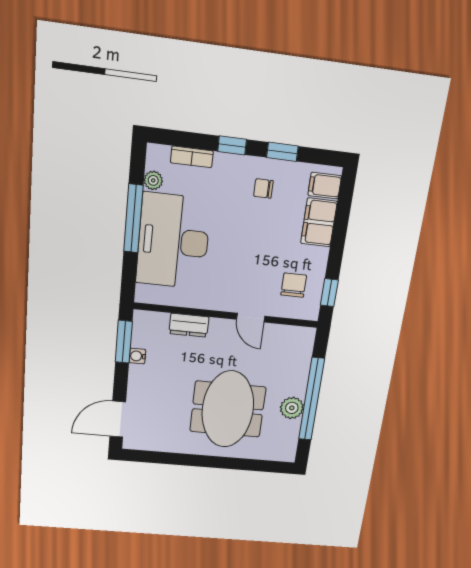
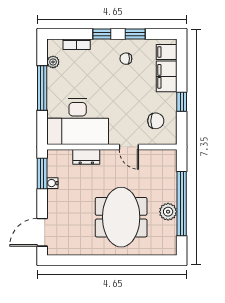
desk: (173, 241) -> (78, 122), moved, turned -90
chair: (294, 285) -> (156, 121), turned 90
window: (329, 293) -> (182, 102), moved

